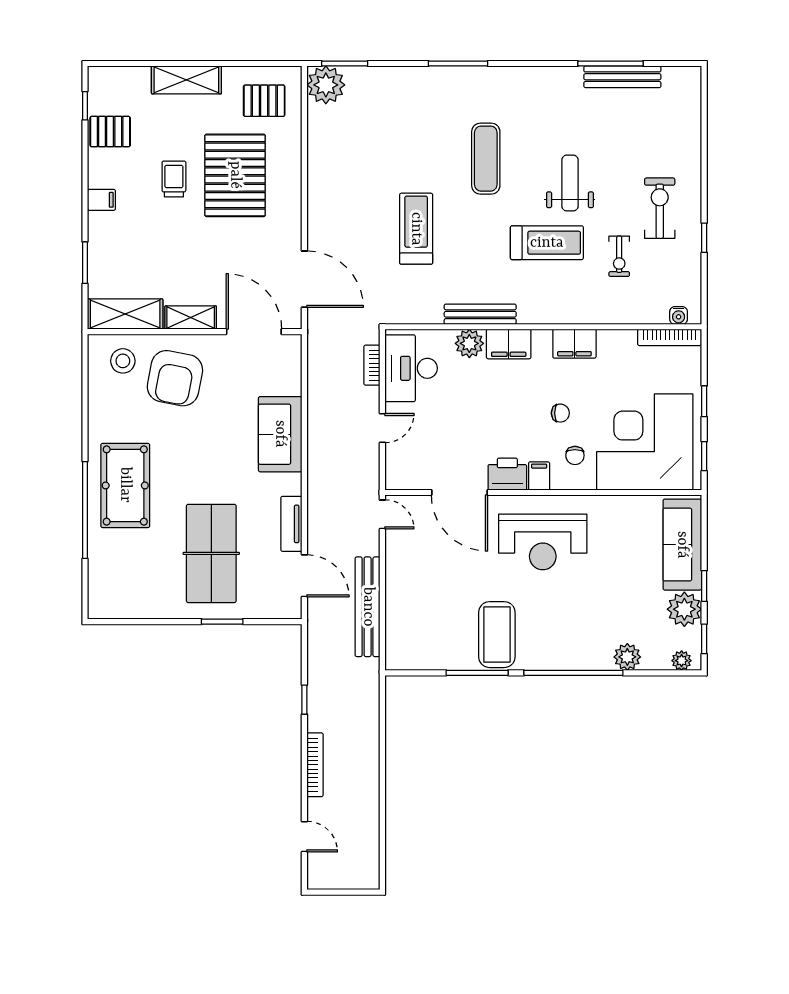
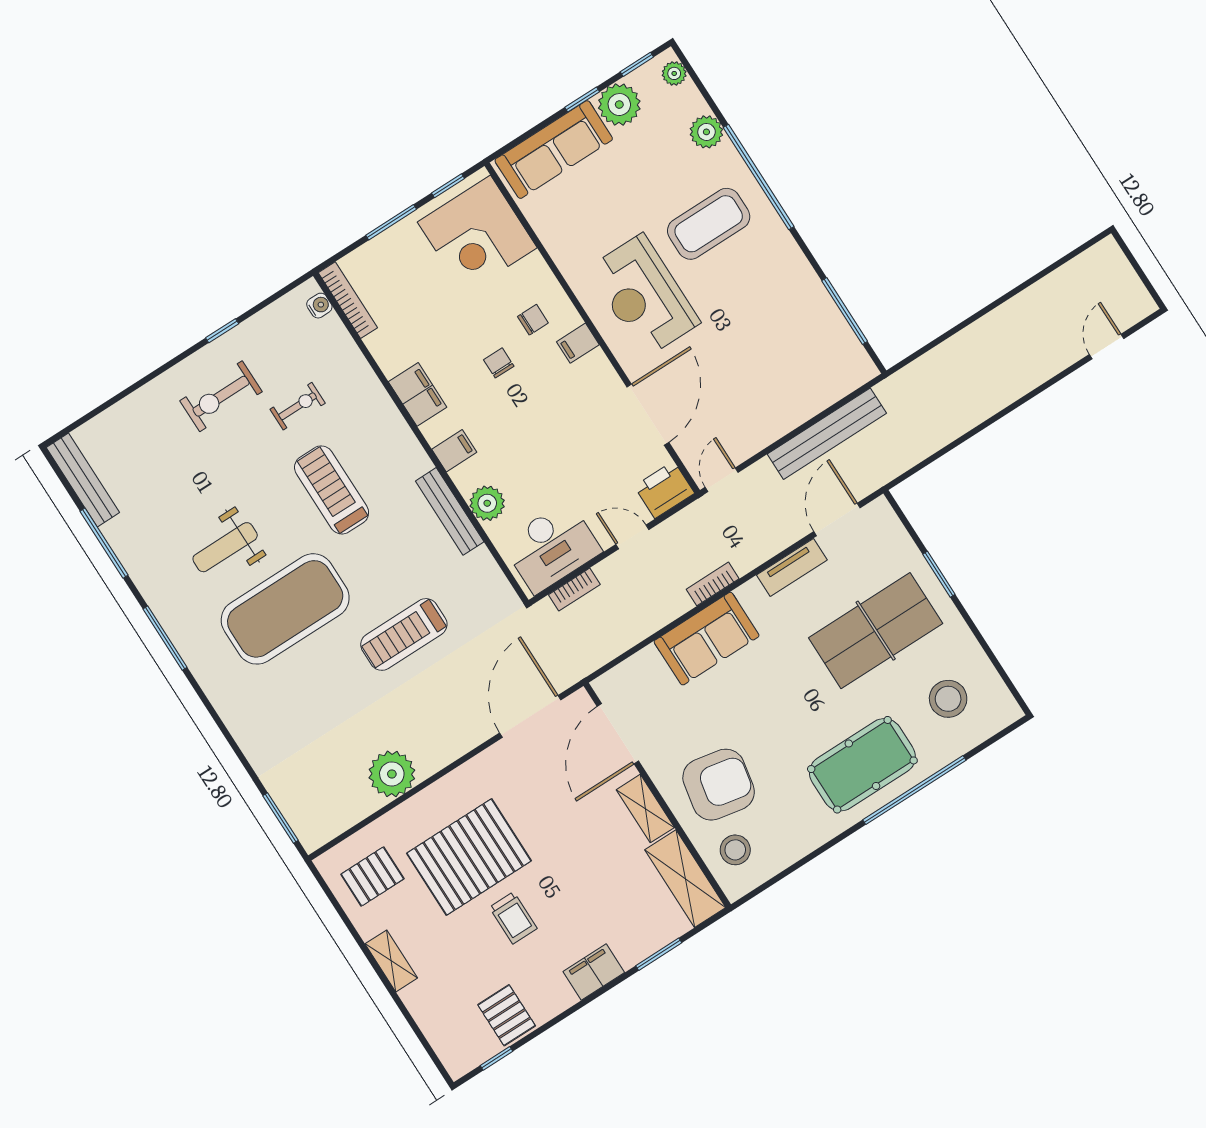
window: (458, 63) -> (165, 638), moved
bench: (622, 77) -> (83, 480), moved
shelving: (186, 80) -> (391, 961), width x0.67, depth x0.75
plant: (326, 85) -> (392, 774), moved
pallet: (264, 101) -> (372, 876), turned 90
exercise mat: (486, 159) -> (285, 609), width x2.00, depth x1.45
trolley: (174, 179) -> (513, 918), turned -90
weight bench: (570, 183) -> (225, 547), moved
filing cabinet: (101, 200) -> (594, 972), width x2.00
filing cabinet: (509, 344) -> (454, 451), width x0.50
window: (704, 401) -> (391, 222), width x1.50
corner desk: (645, 442) -> (477, 235), width x0.74, depth x0.74
printer: (507, 474) -> (664, 490), moved, turned 90
reception desk: (543, 542) -> (644, 296), turned 180
stool: (133, 573) -> (948, 699), added
coffee table: (497, 635) -> (709, 224), moved
window: (477, 673) -> (845, 311), moved
window: (304, 700) -> (965, 437), removed
bookcase: (315, 765) -> (713, 584), moved, width x0.64

